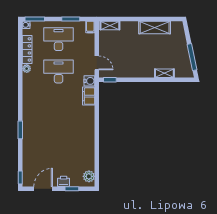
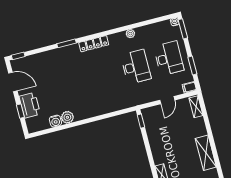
locker: (27, 49) -> (94, 44), moved
door: (97, 63) -> (167, 100), moved
water cooler: (89, 81) -> (55, 121), moved
filing cabinet: (89, 96) -> (119, 104), removed
plant: (89, 176) -> (67, 117), moved
printer: (64, 181) -> (30, 105), width x1.87, depth x1.48

